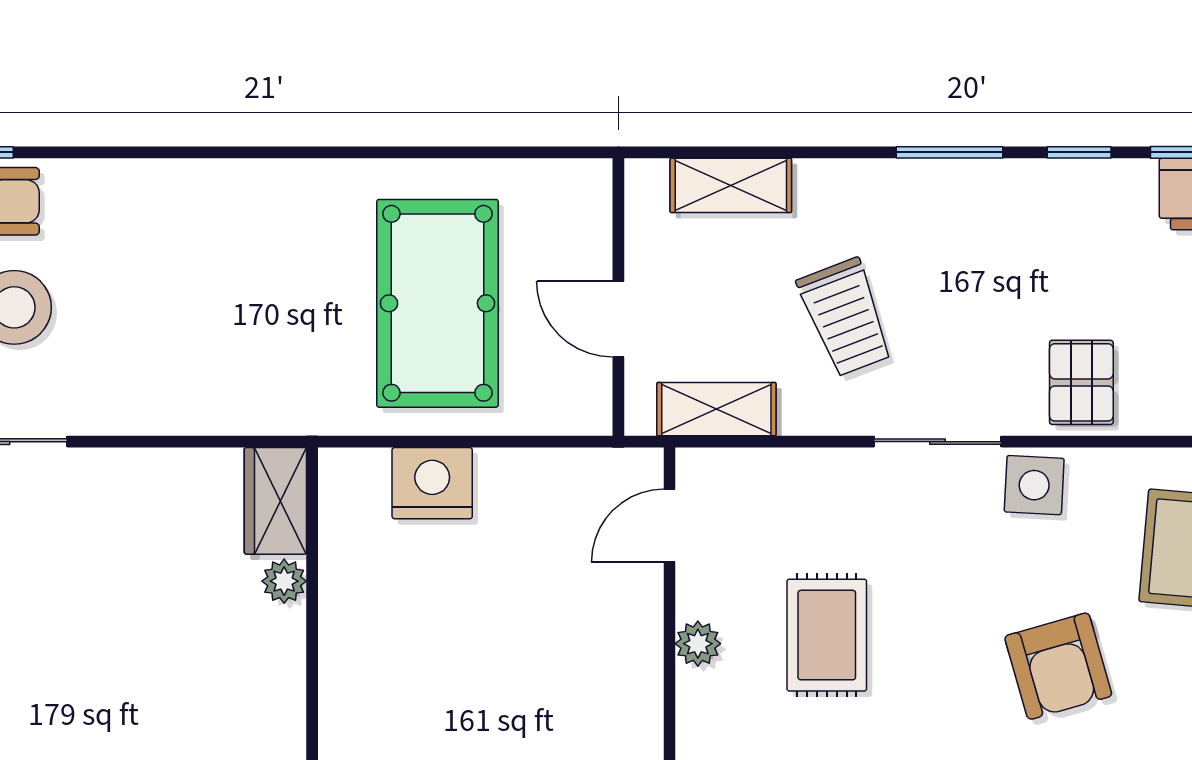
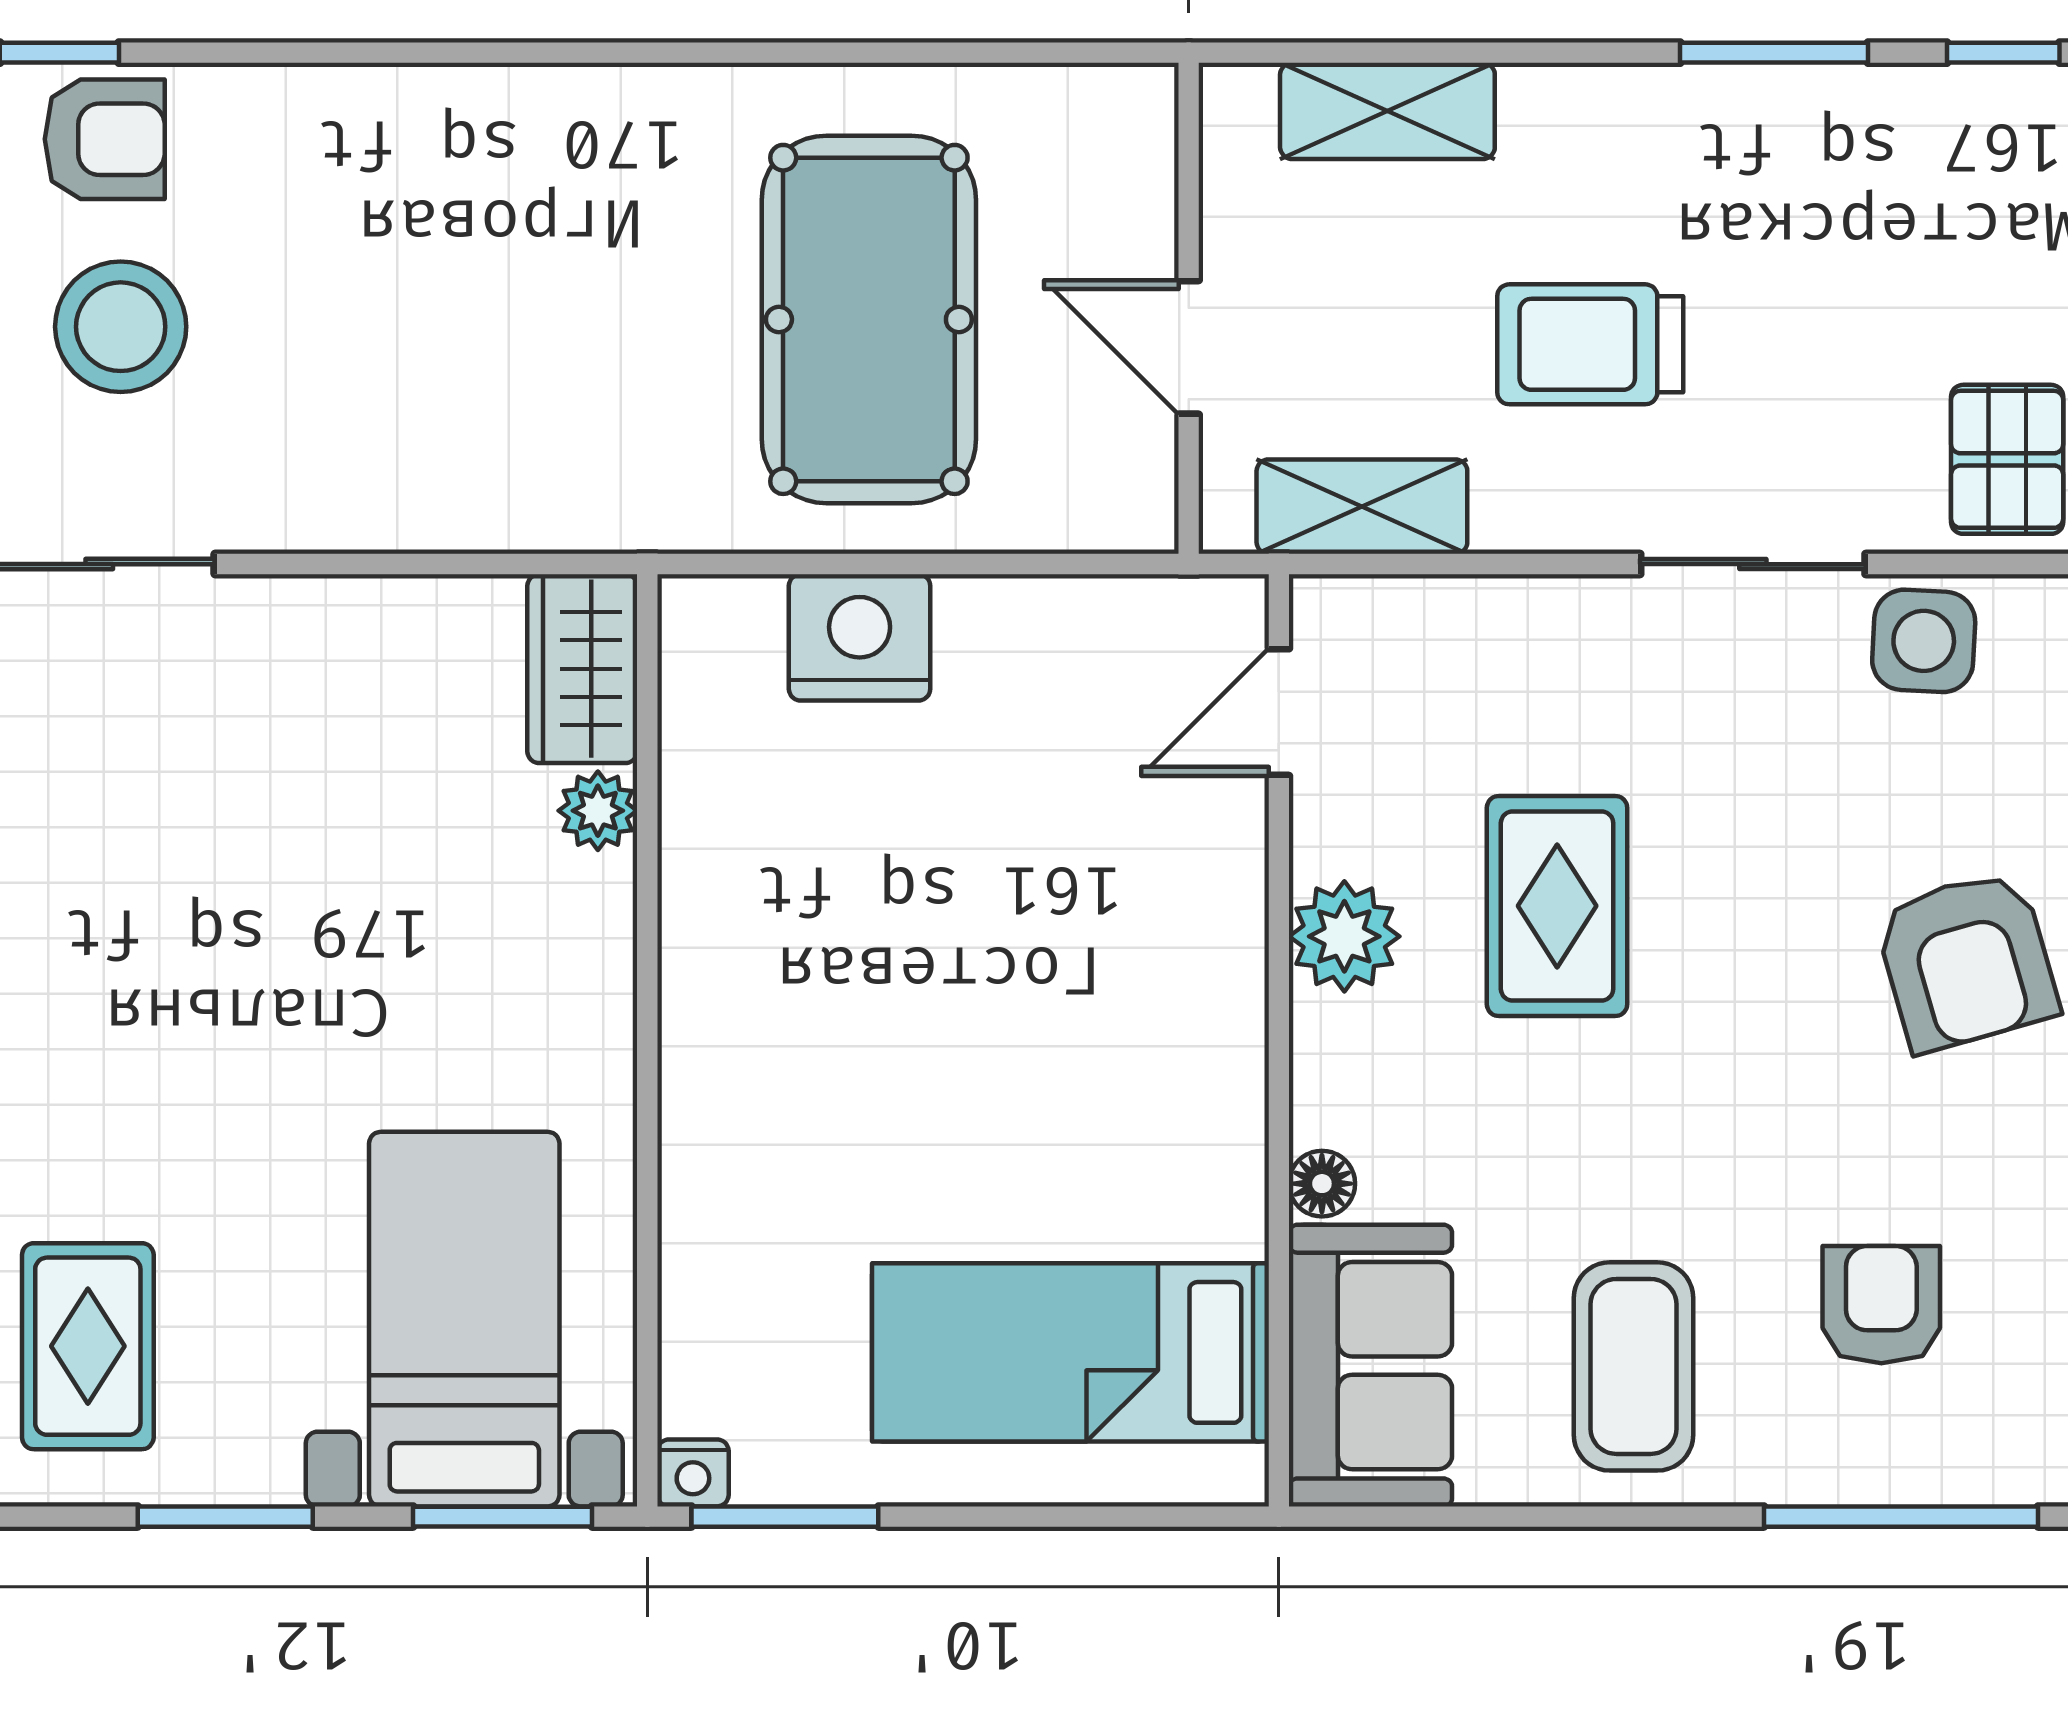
trolley: (846, 317) -> (1590, 344), turned 111
plant: (698, 644) -> (1344, 936), width x1.38, depth x1.38

